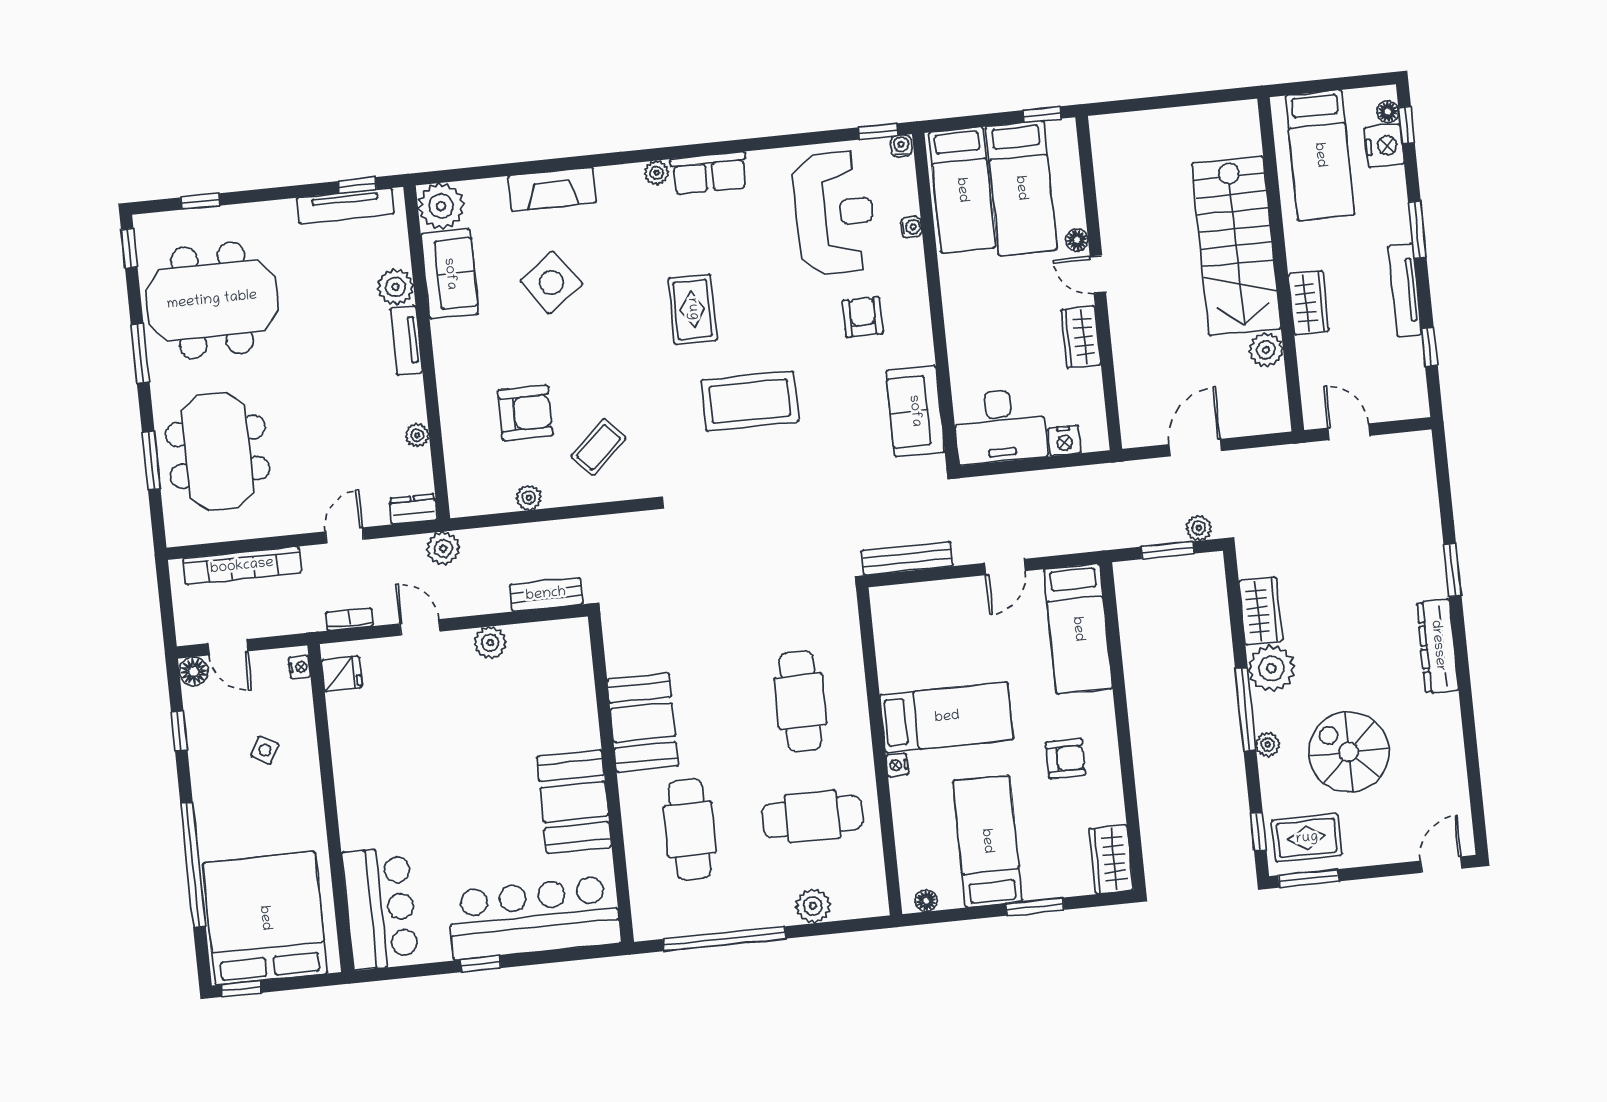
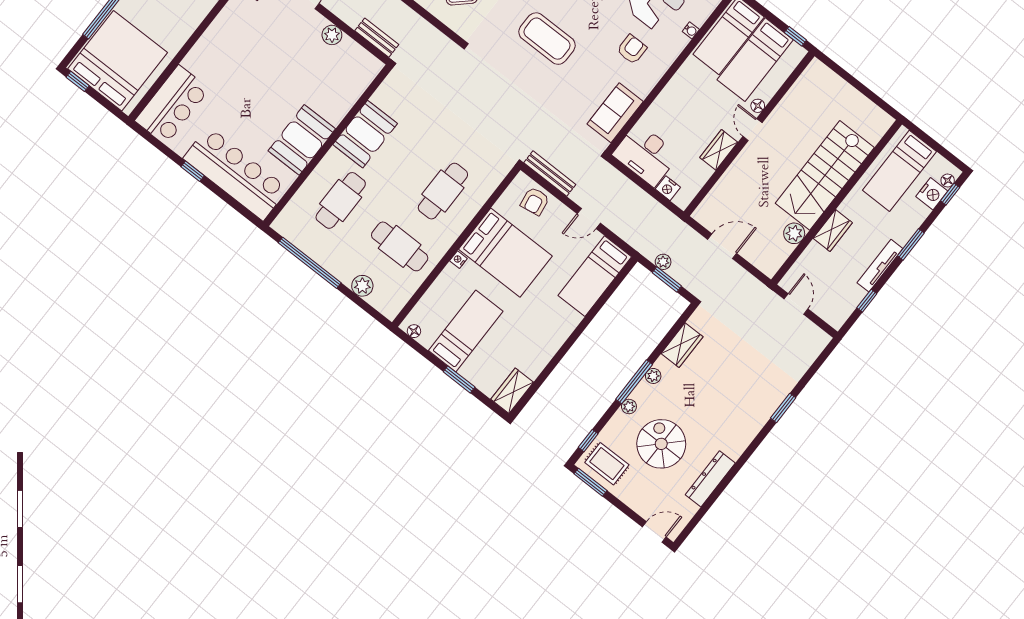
plant: (1199, 528) -> (663, 262), moved
dresser: (1438, 646) -> (710, 479), moved
plant: (1271, 668) -> (653, 376), width x0.53, depth x0.53
bed: (947, 717) -> (505, 253), width x1.50
armchair: (1065, 759) -> (535, 201), moved, turned 81

